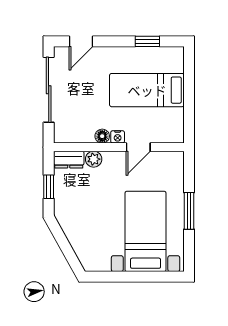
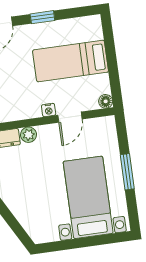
window: (147, 41) -> (42, 17), moved
floor lamp: (102, 136) -> (106, 101), moved

